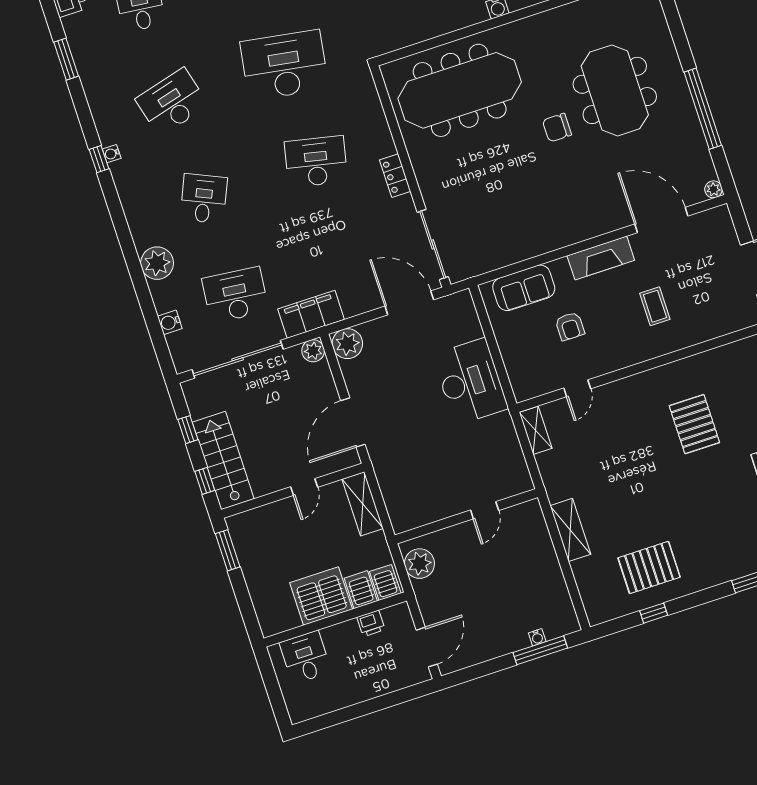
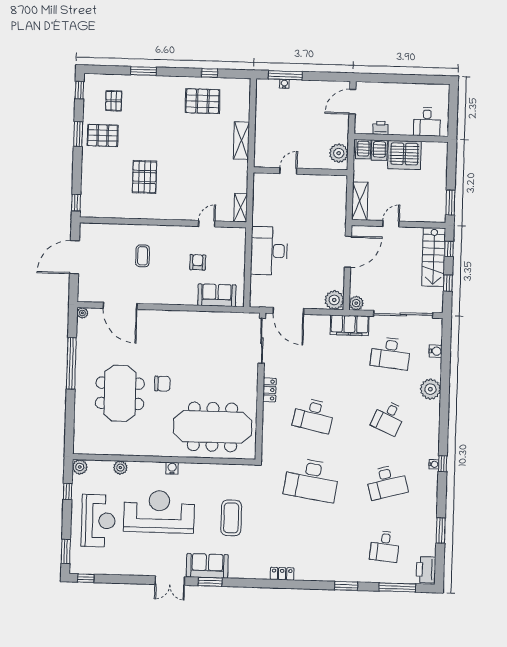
fireplace: (601, 258) -> (164, 296), removed

